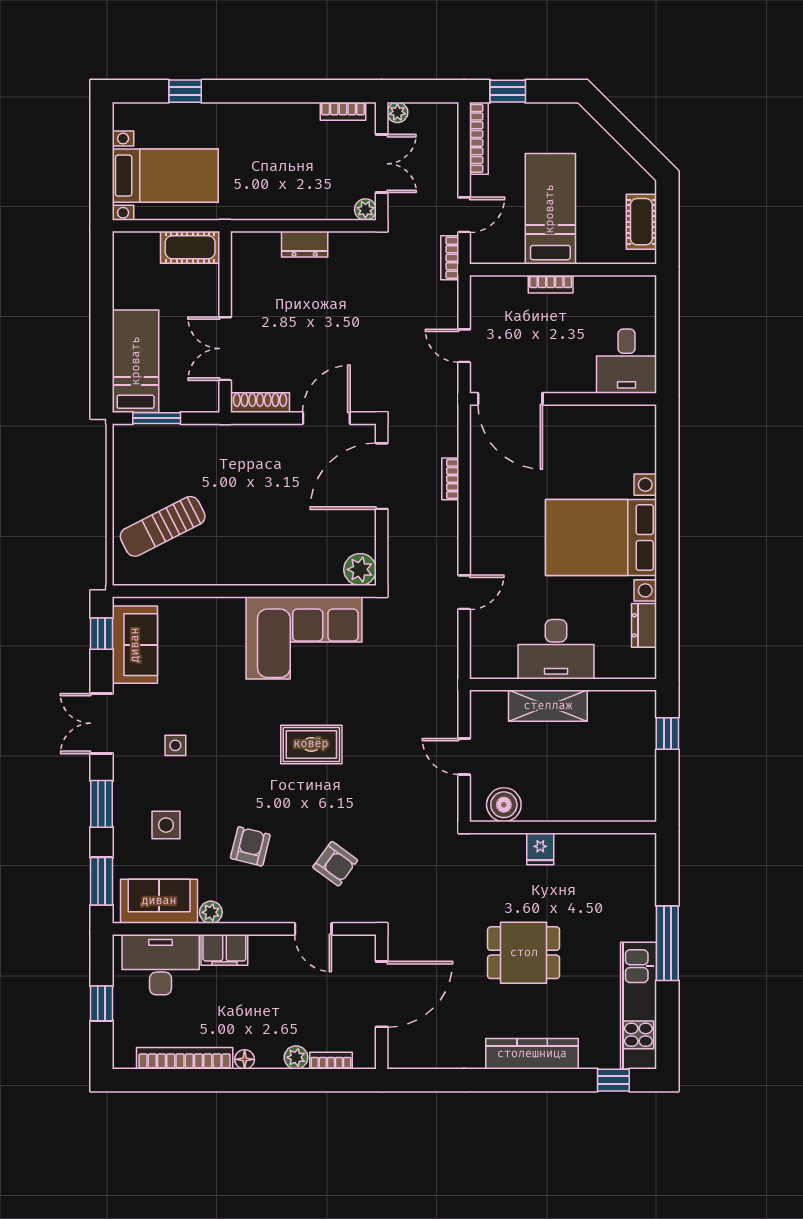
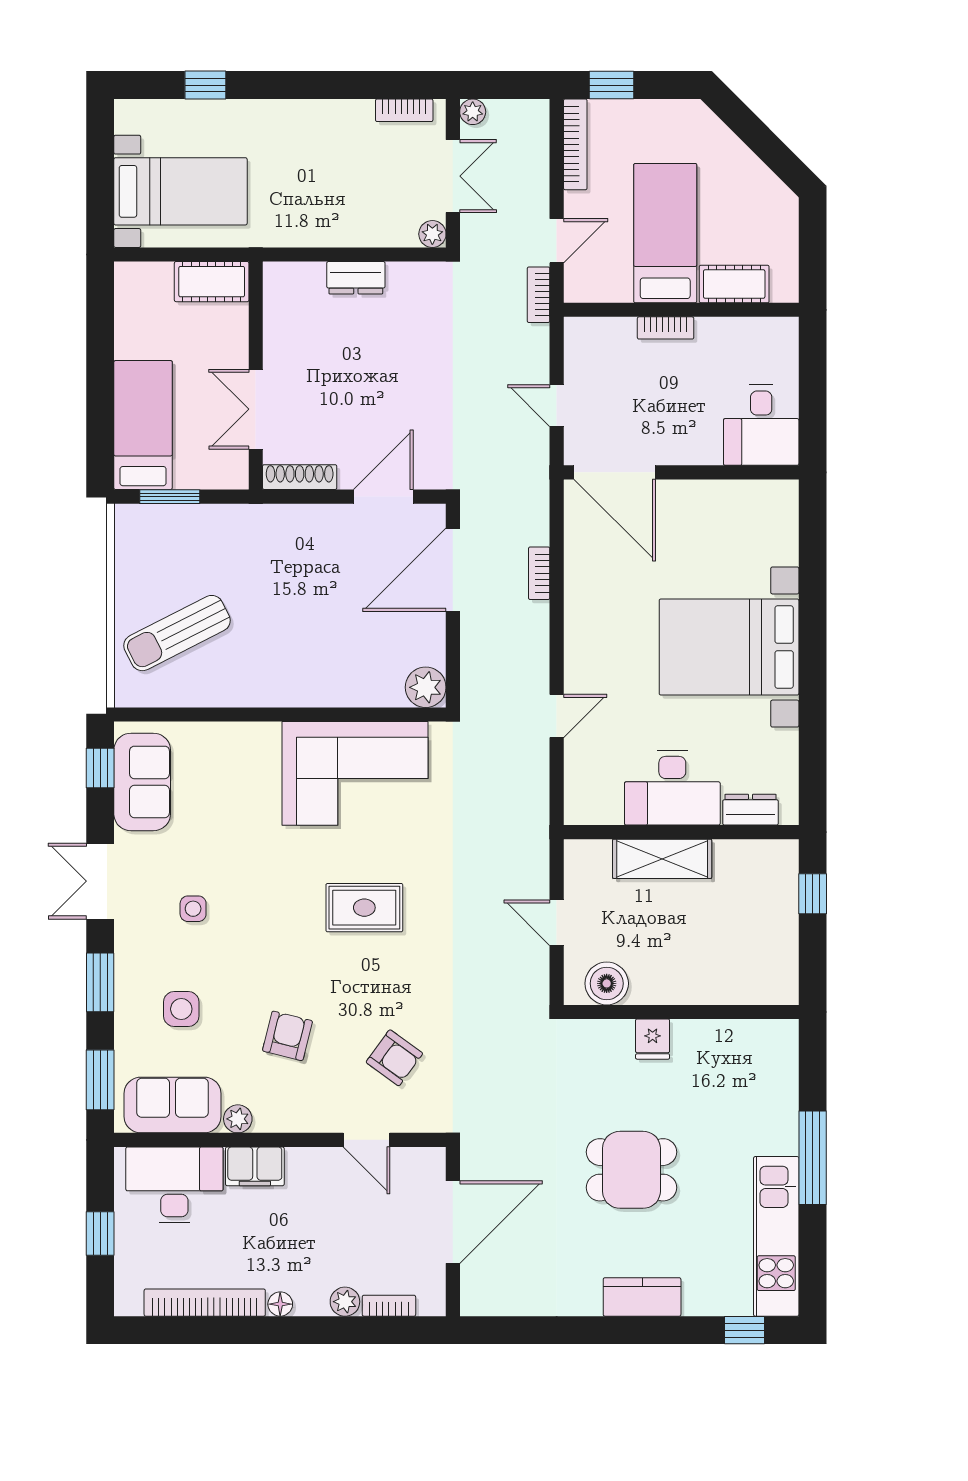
cot: (641, 222) -> (734, 284), moved, turned 90
dresser: (644, 625) -> (750, 810), moved, turned 90
kitchen counter: (532, 1054) -> (642, 1297), width x0.67

